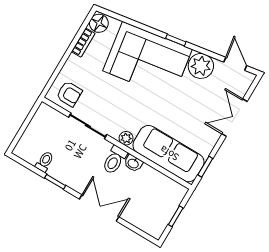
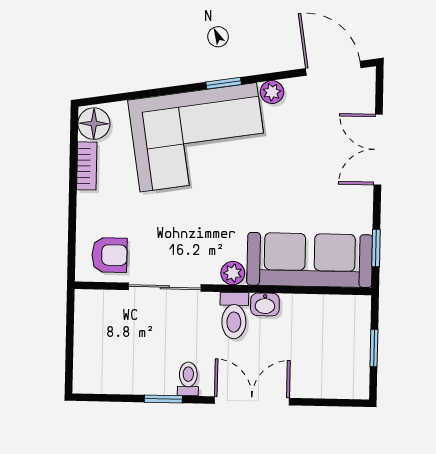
door: (235, 64) -> (333, 68), width x1.38
plant: (201, 66) -> (272, 92), width x0.53, depth x0.53
toilet: (45, 162) -> (188, 379), moved

